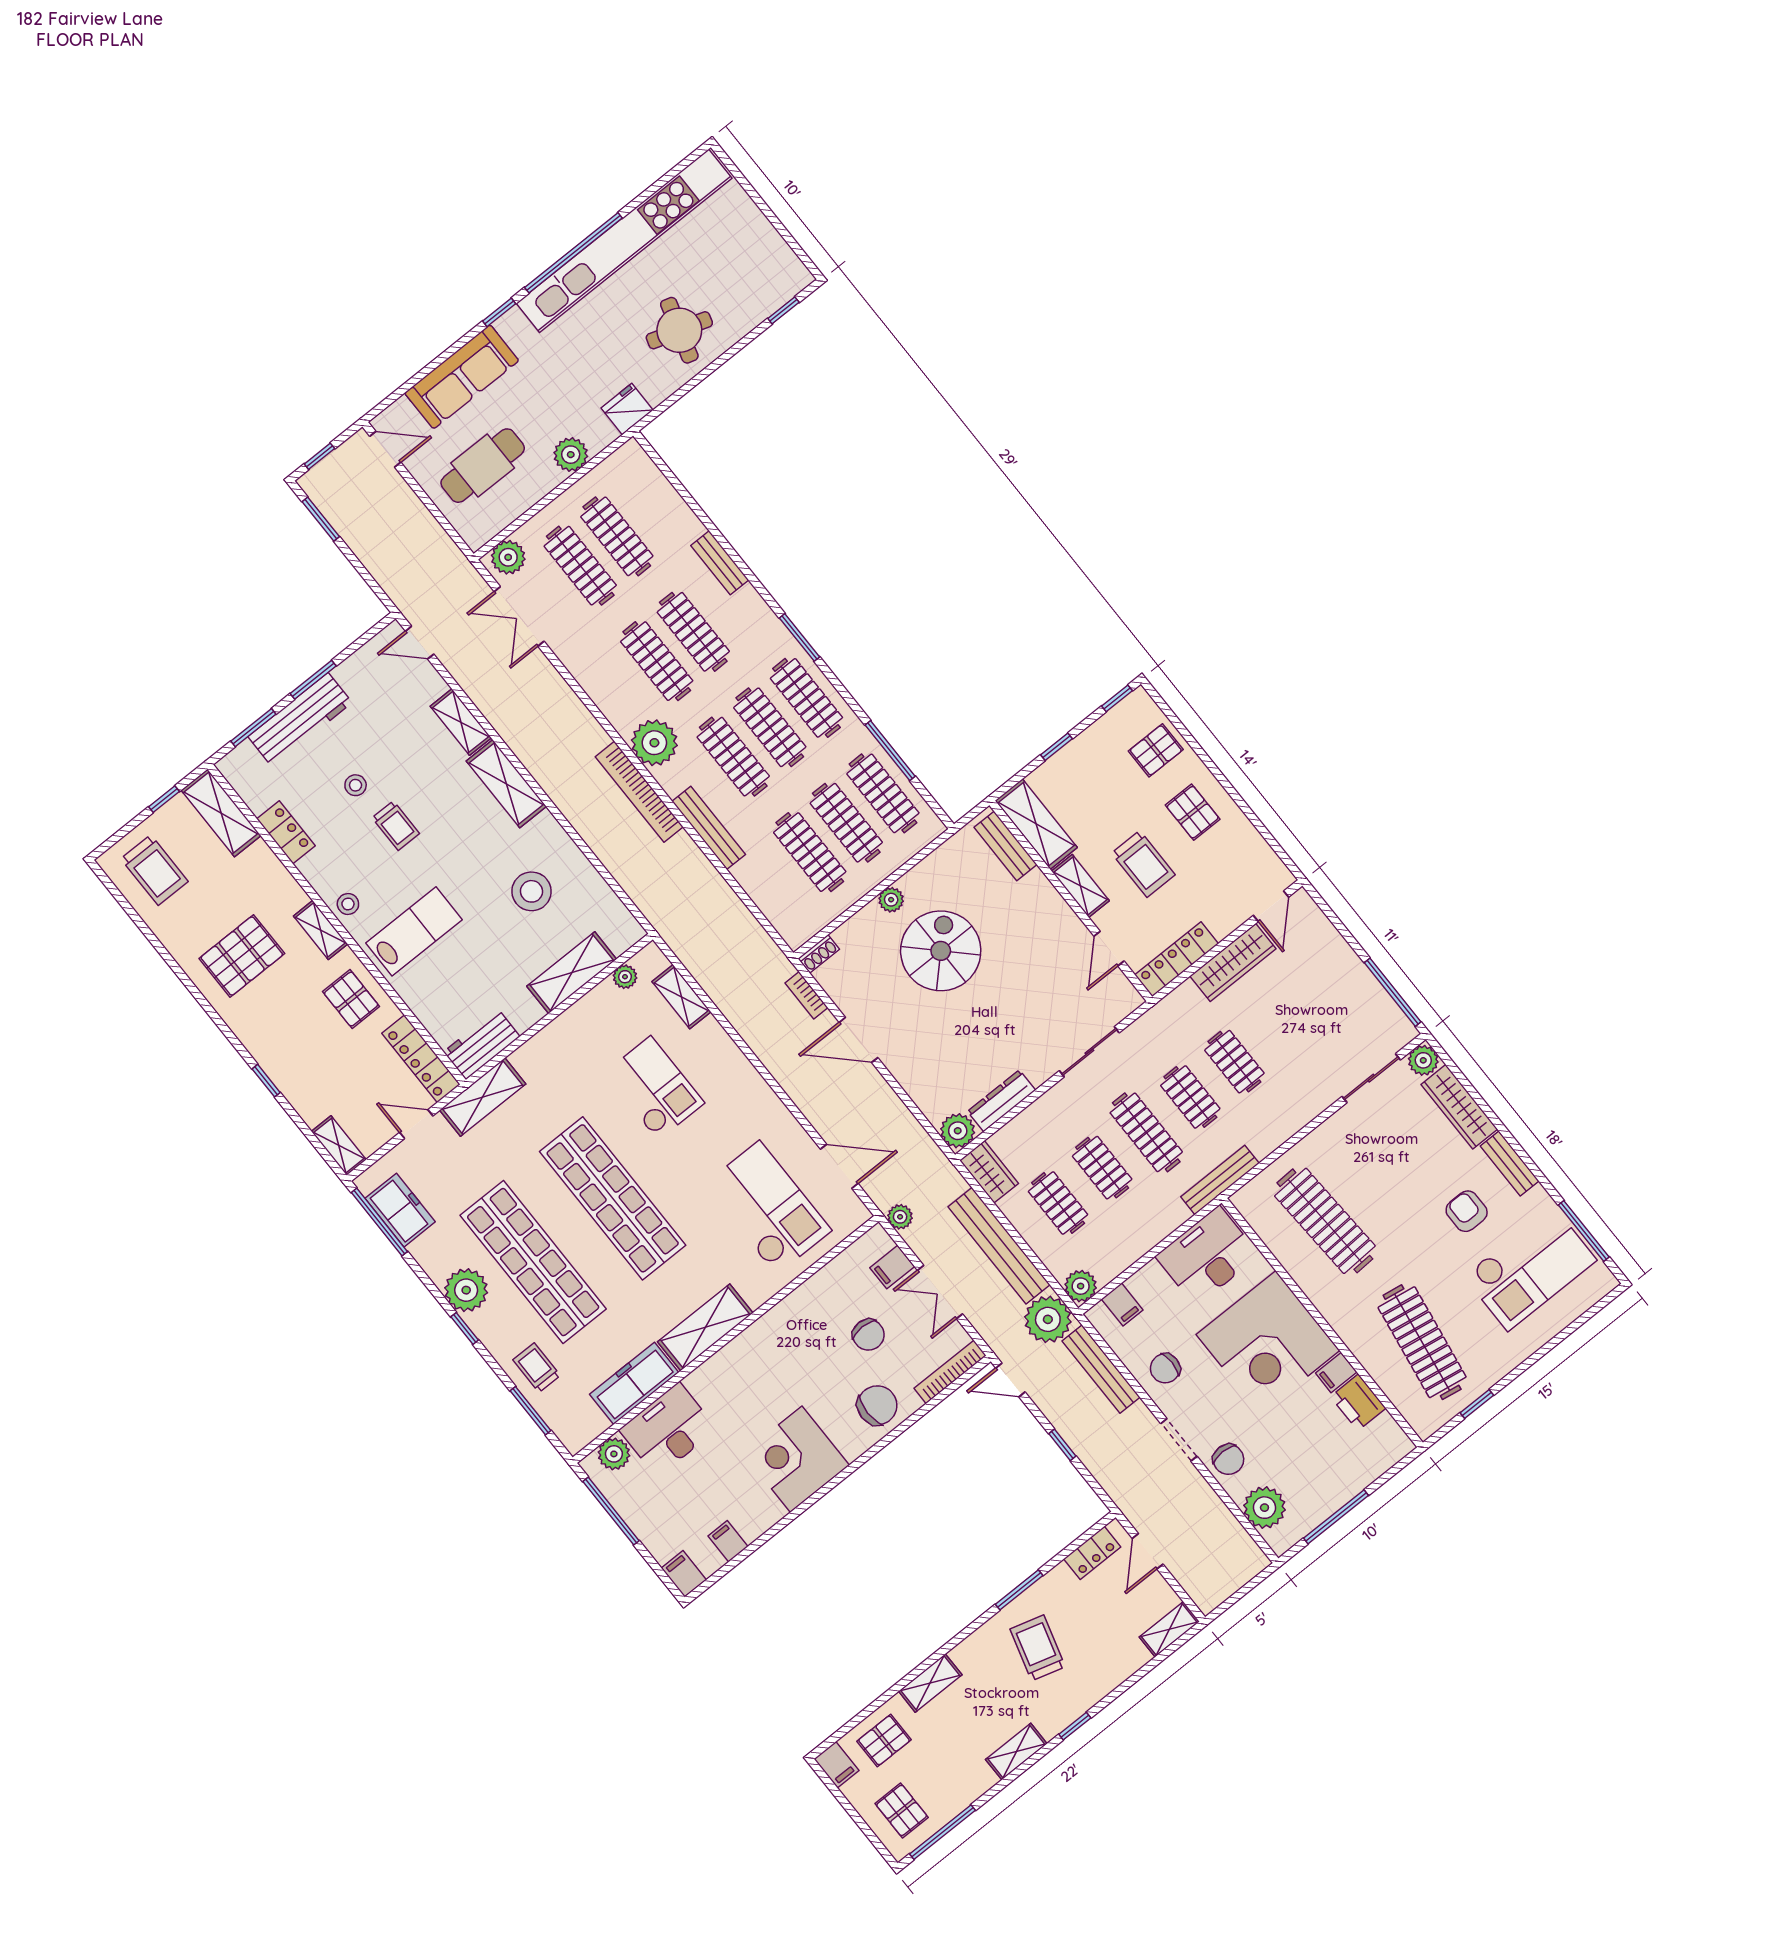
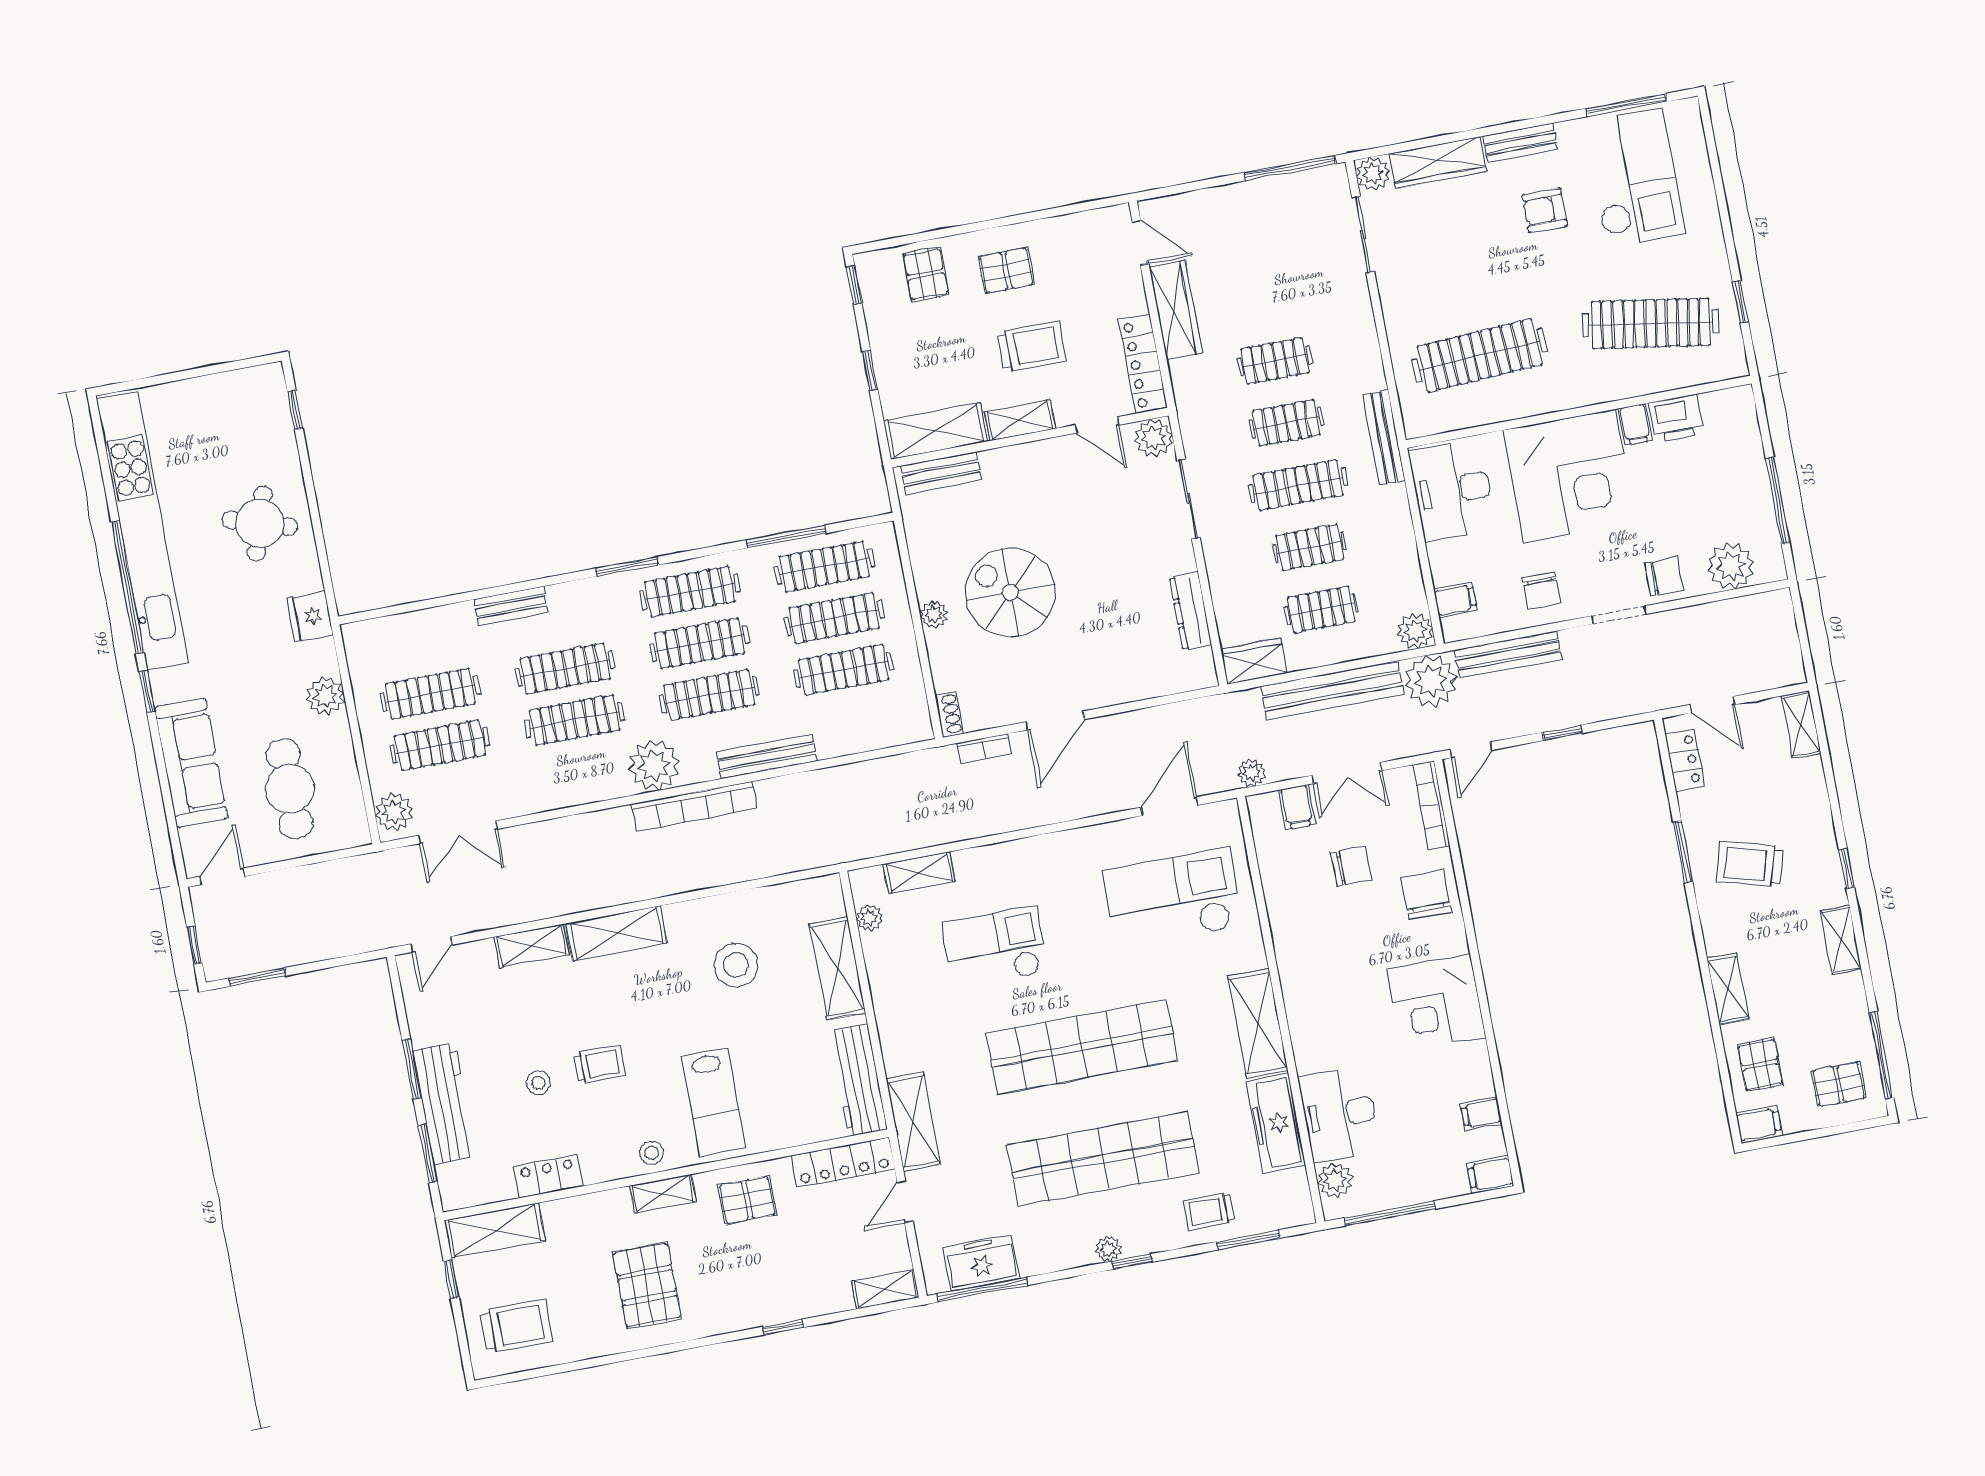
lab bench: (414, 931) -> (714, 1102), turned 180
workbench: (482, 1044) -> (858, 1080), width x1.38
plant: (958, 1131) -> (1154, 438), moved
plant: (466, 1290) -> (1108, 1249), width x0.53, depth x0.53

